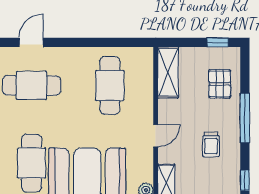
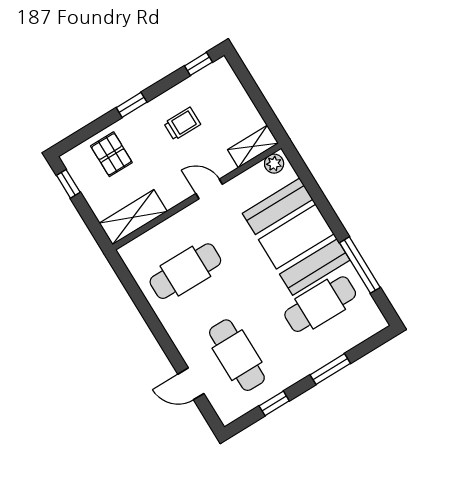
pallet: (220, 84) -> (111, 154), turned 90
window: (245, 118) -> (132, 105), width x0.46

